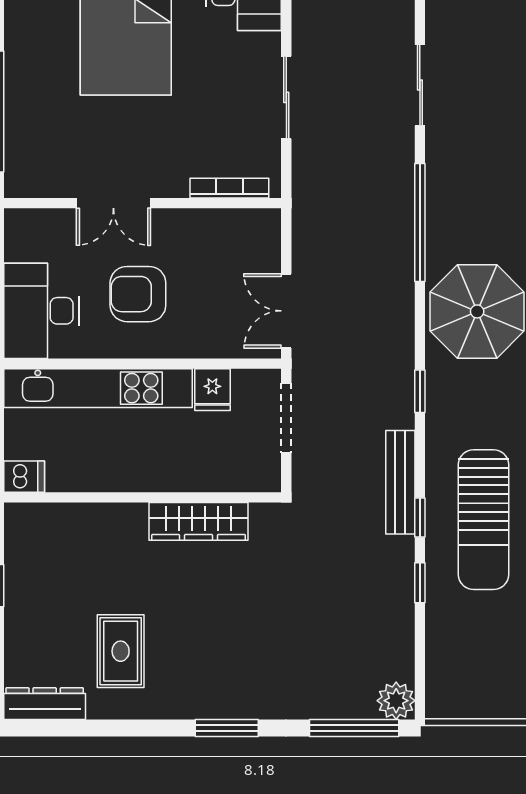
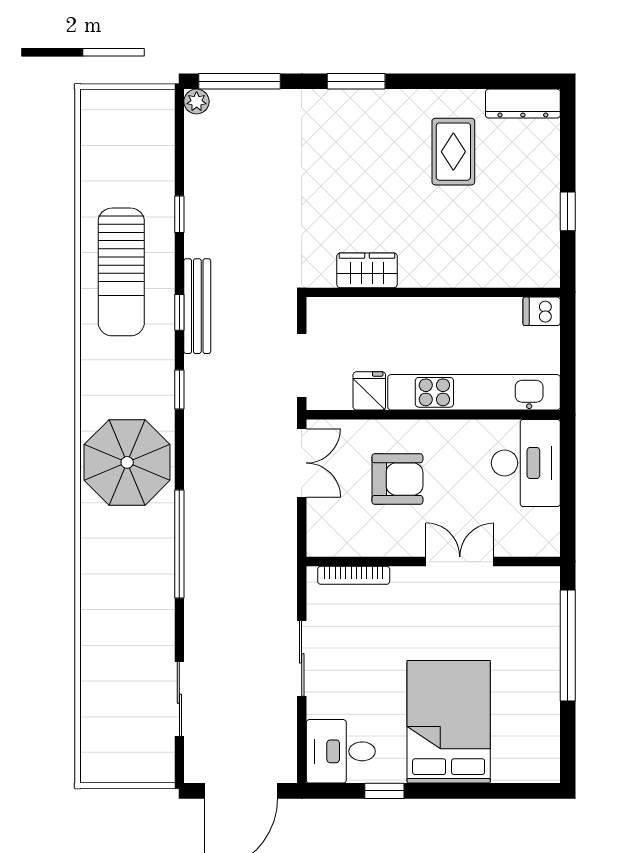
sliding door: (420, 85) -> (179, 699), moved
armchair: (138, 294) -> (397, 479), moved
window: (420, 517) -> (179, 312), moved
sun lounger: (483, 520) -> (121, 272), turned 180
wardrobe: (198, 521) -> (367, 270), width x0.67
plant: (396, 701) -> (197, 102), width x0.73, depth x0.73

